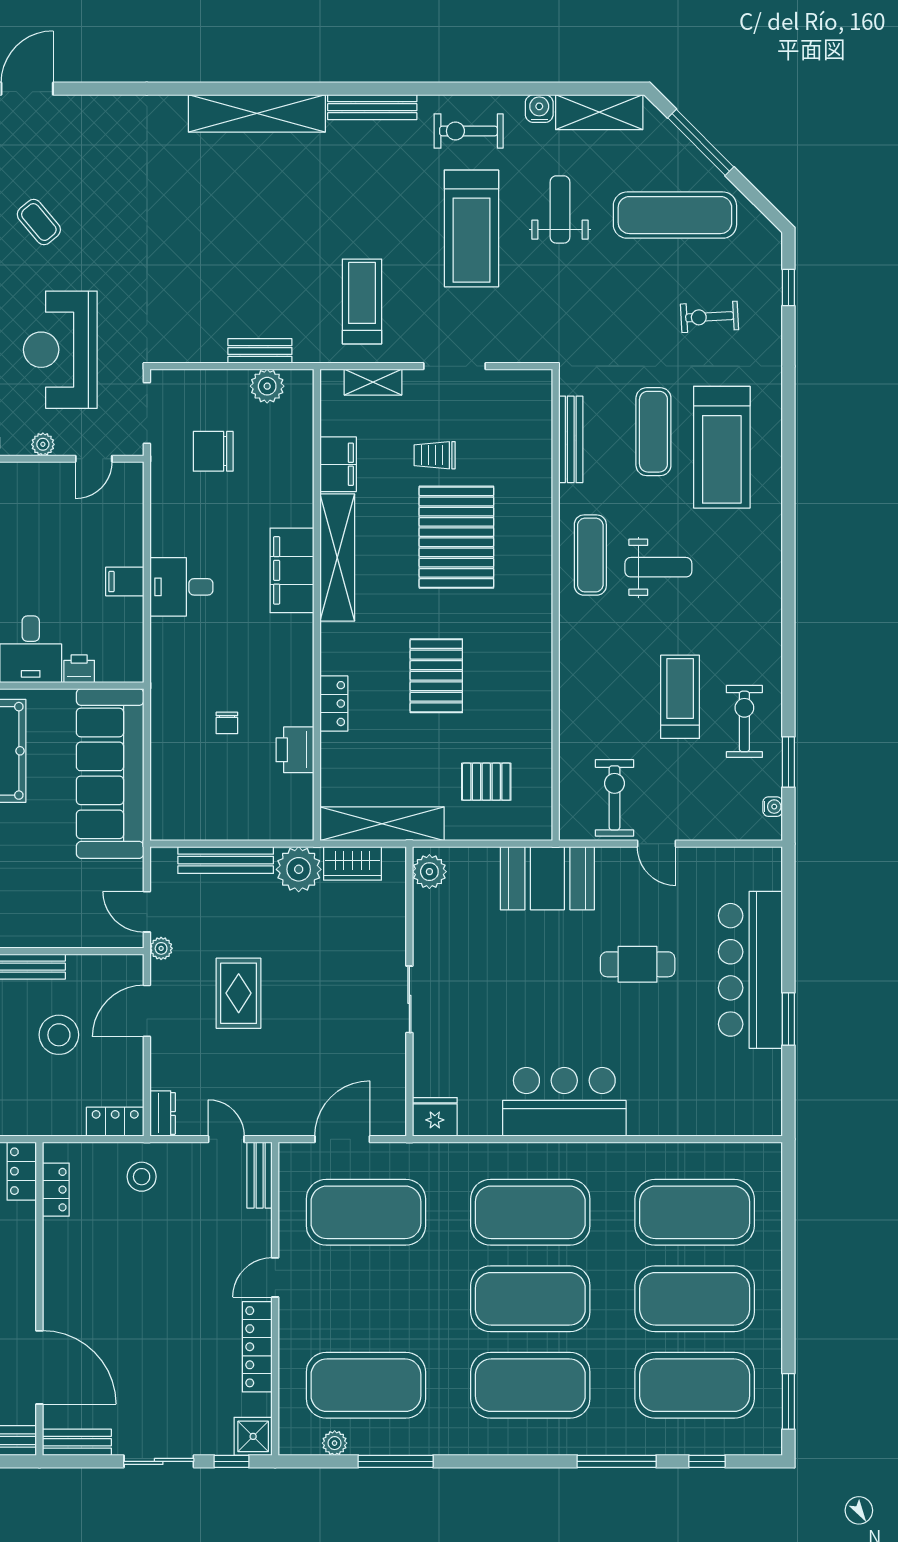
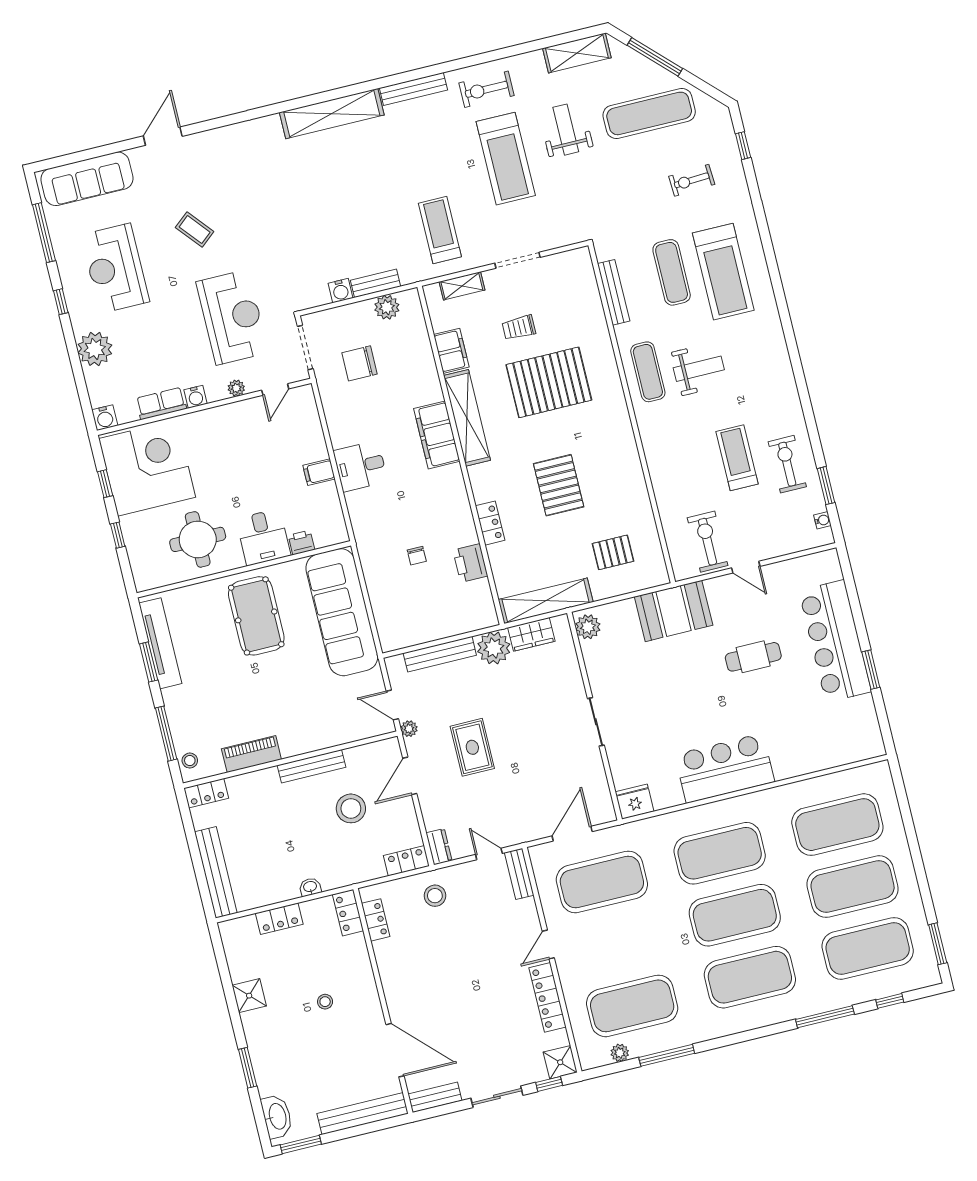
water cooler: (539, 109) -> (340, 291), moved, turned 180
reception desk: (60, 350) -> (232, 317), turned 180
pallet: (456, 537) -> (549, 382), turned 90

